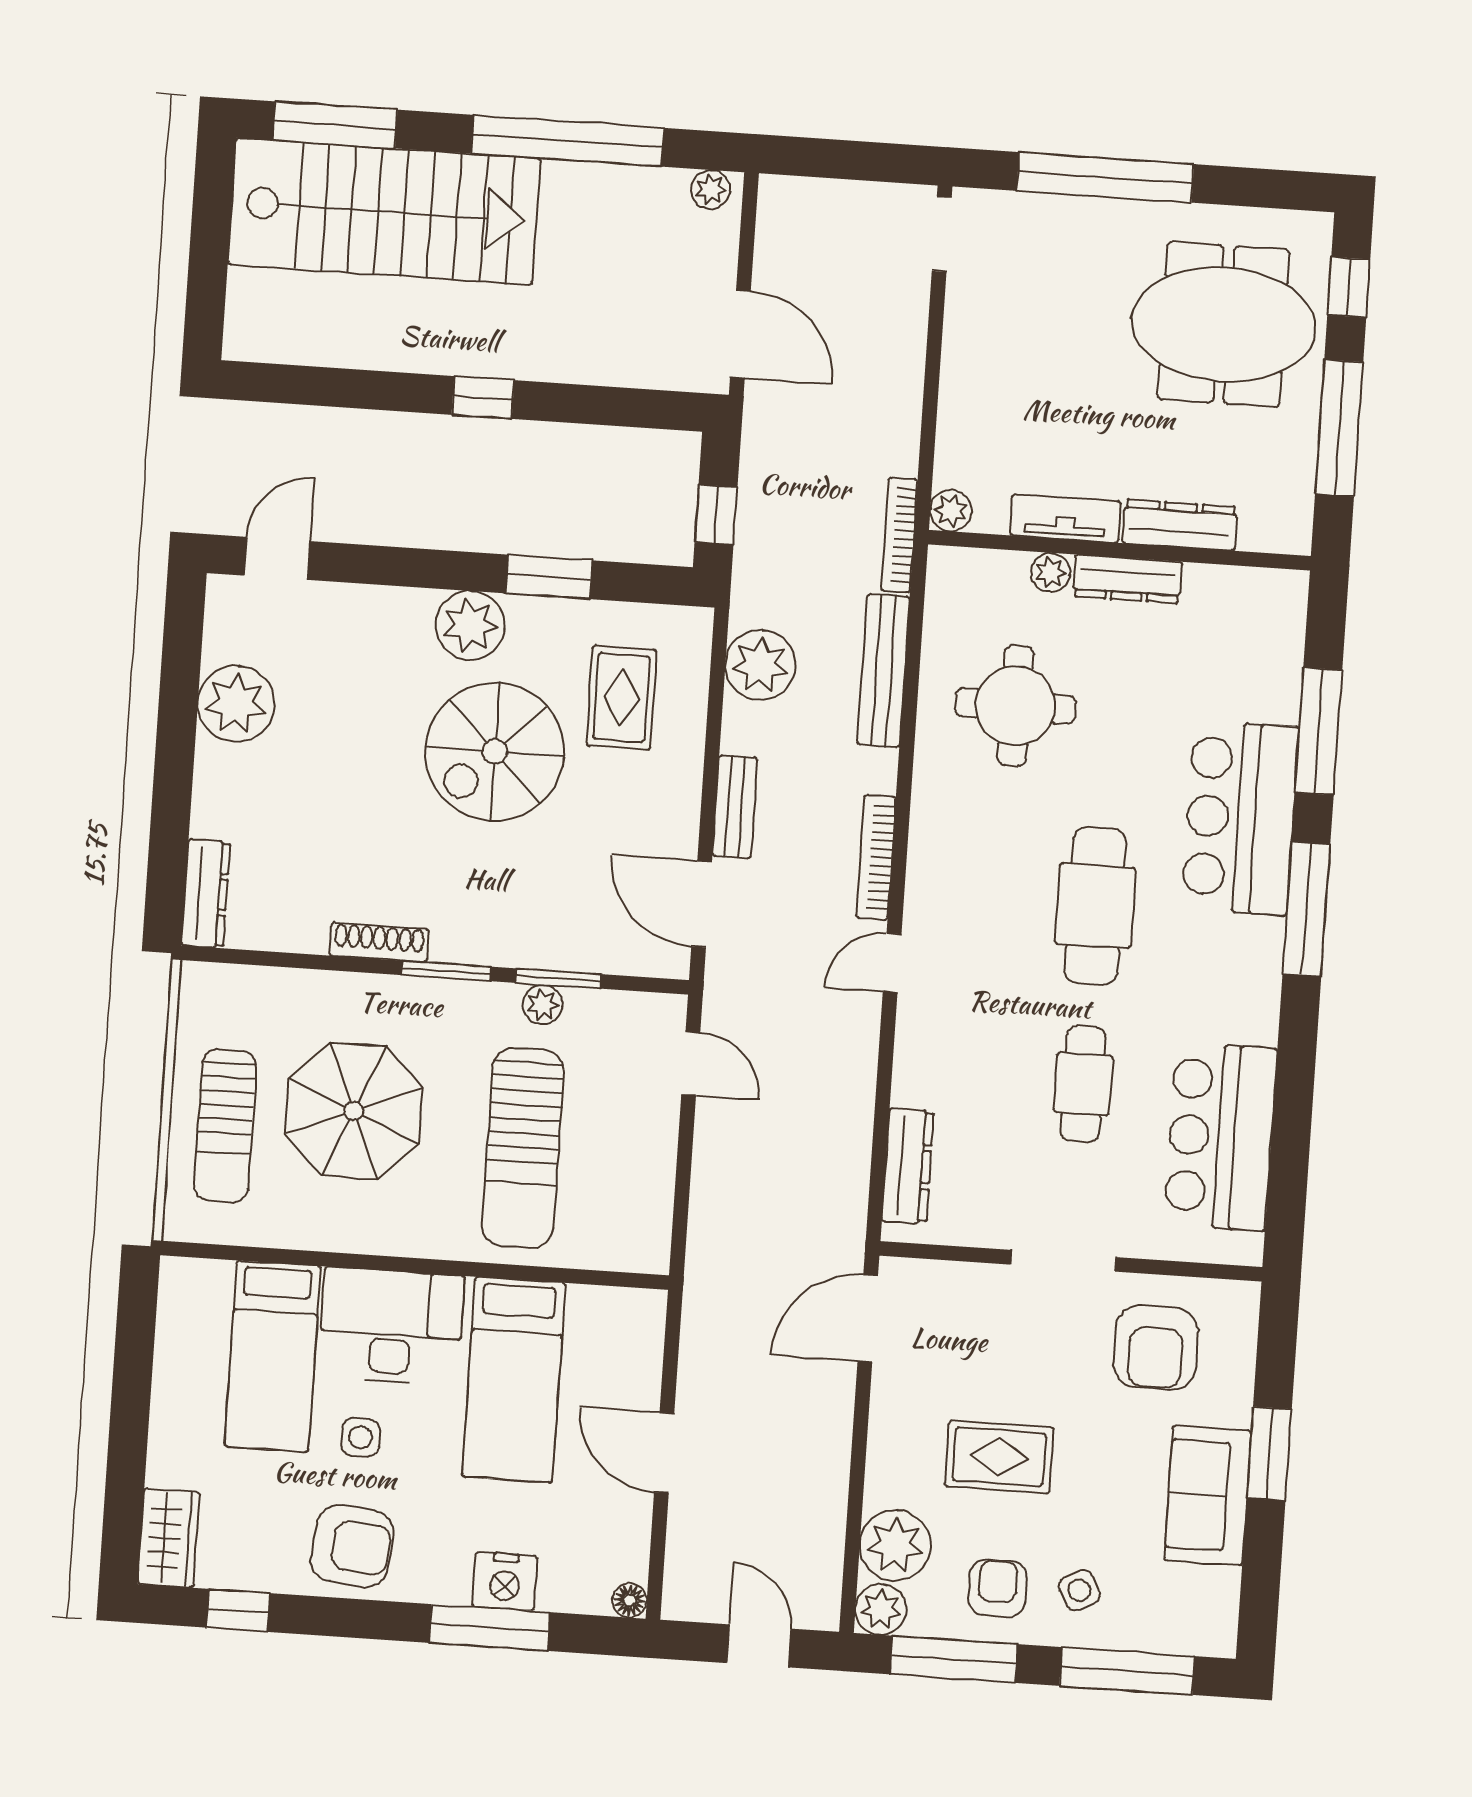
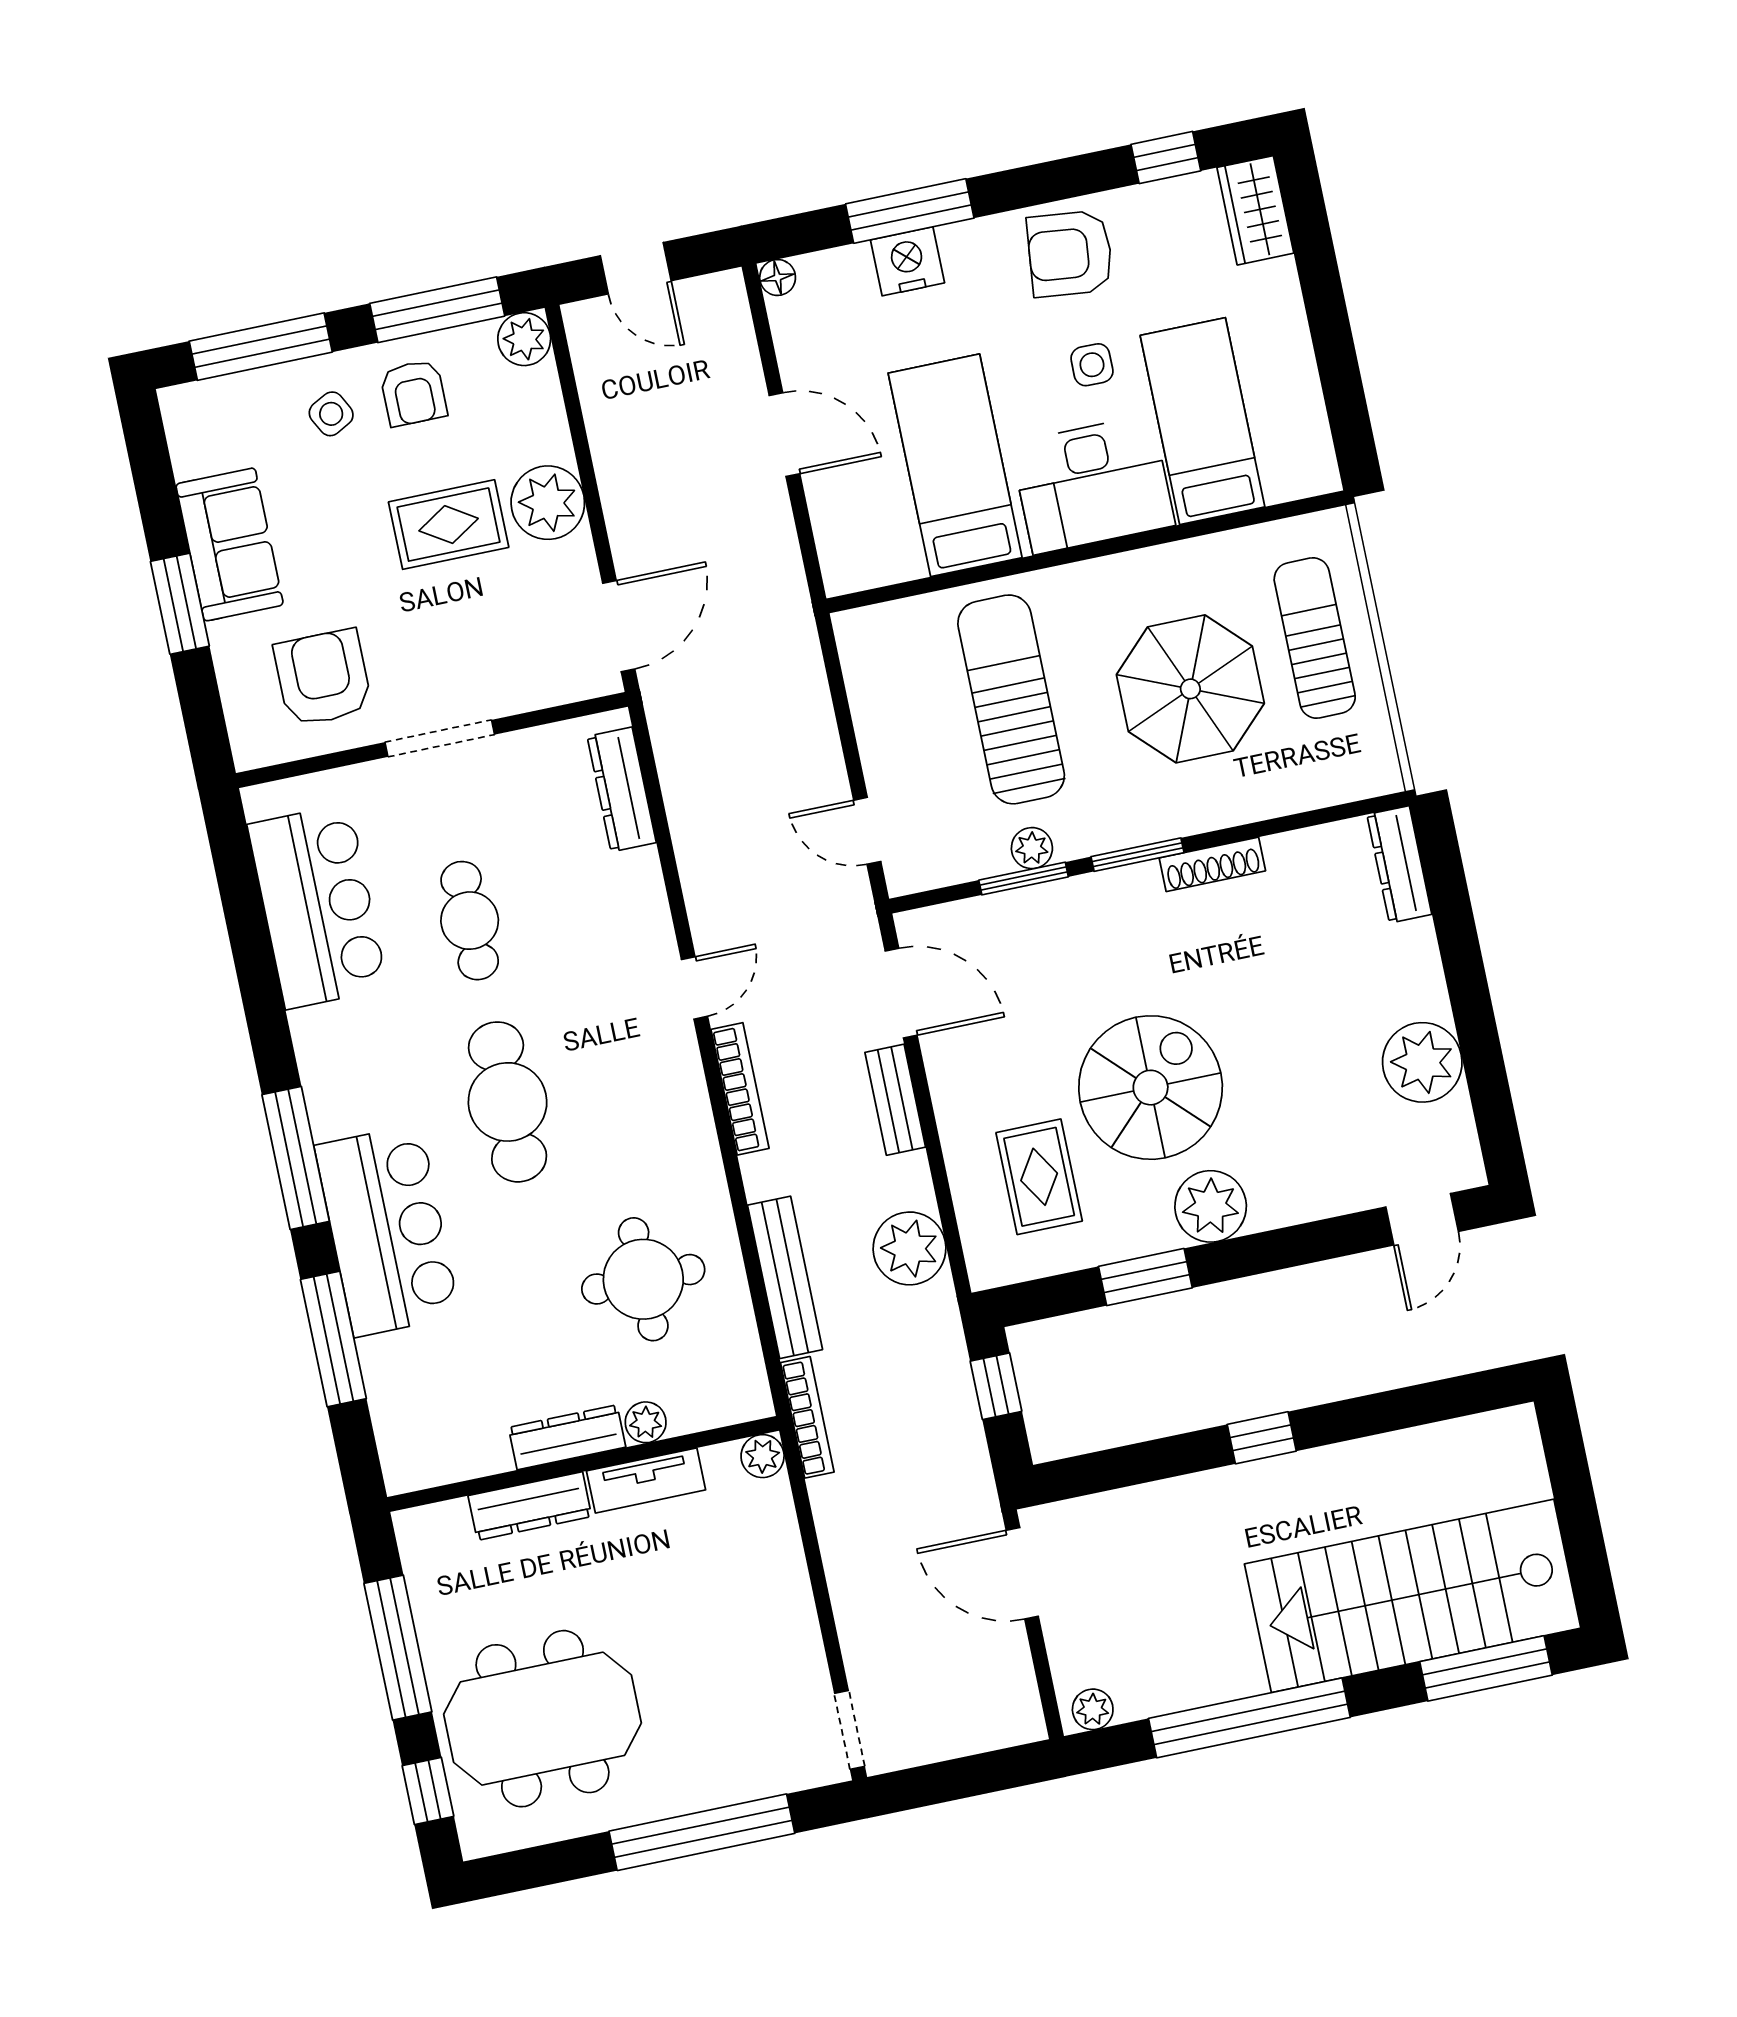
plant: (895, 1545) -> (548, 503), moved

